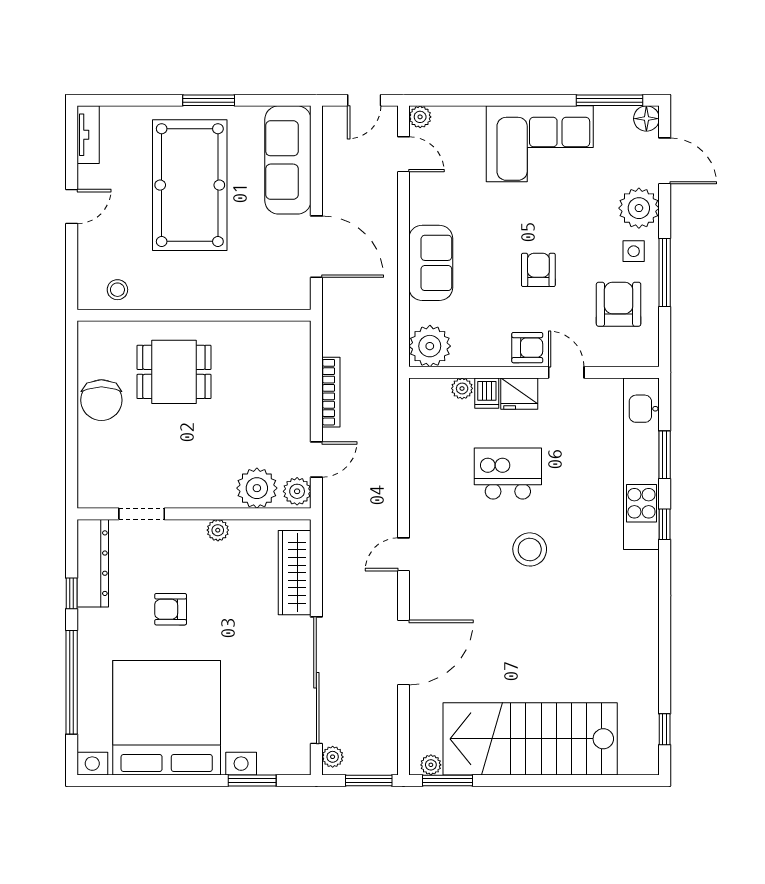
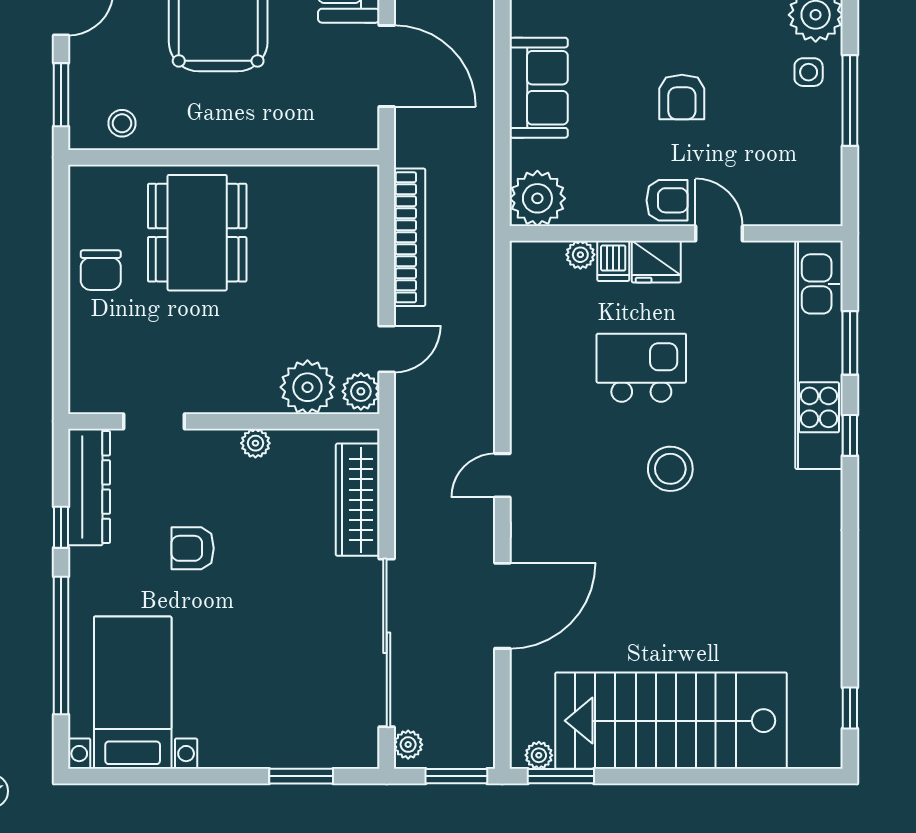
window: (72, 268) -> (61, 95), added
armchair: (538, 270) -> (682, 97), turned 180
armchair: (619, 304) -> (789, 143), removed
dining table: (174, 372) -> (197, 233), width x1.37
bookcase: (331, 392) -> (410, 237), width x1.48, depth x1.31
chair: (101, 400) -> (101, 270), width x0.73, depth x0.73
bed with nightstands: (167, 718) -> (133, 693), width x0.54

